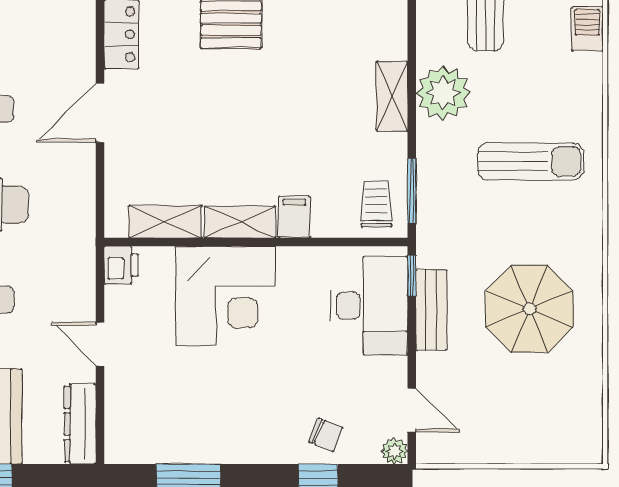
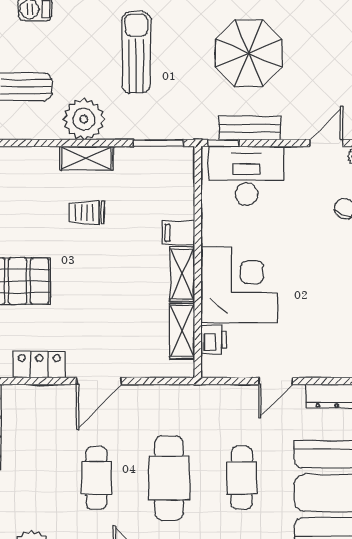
door: (100, 113) -> (99, 381), hinge flipped
trolley: (376, 204) -> (87, 212), moved
printer: (121, 265) -> (214, 340), moved, turned 90

